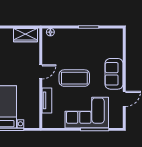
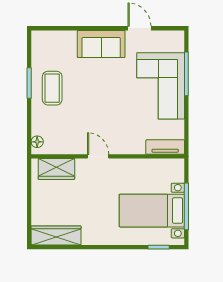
wardrobe: (25, 35) -> (56, 169), moved, turned 90
coffee table: (74, 78) -> (52, 88), moved, width x0.73, depth x0.76
tv unit: (47, 100) -> (165, 147), moved

